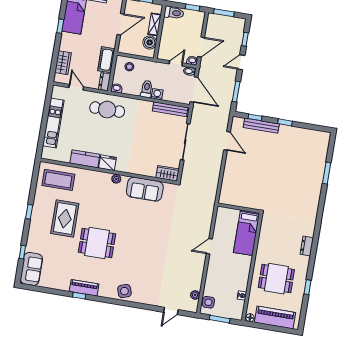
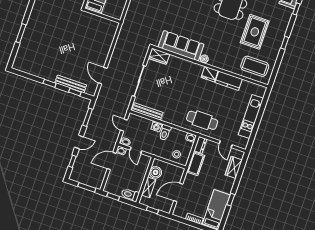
door: (176, 63) -> (136, 150), hinge flipped
door: (194, 89) -> (124, 125), width x0.53
sofa: (145, 189) -> (181, 46), width x1.36

